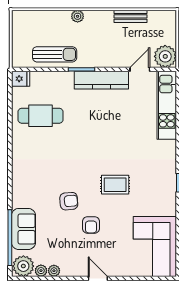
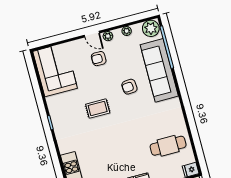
armchair: (91, 225) -> (99, 59), moved, turned -90
sofa: (23, 229) -> (159, 70), width x1.85, depth x1.27
plant: (41, 271) -> (108, 36), moved

